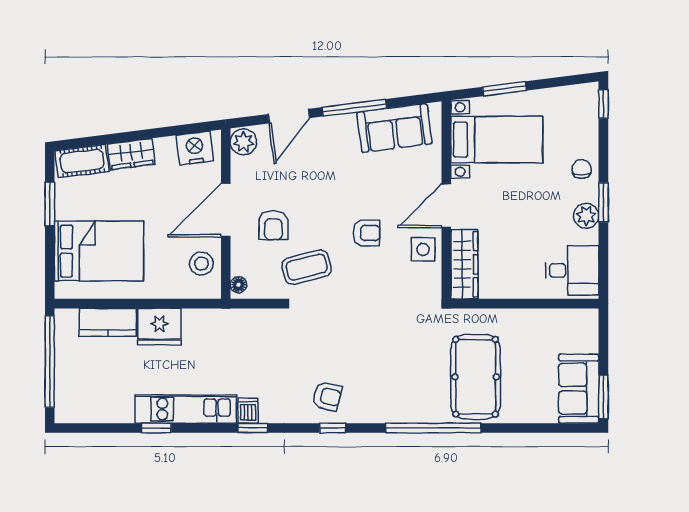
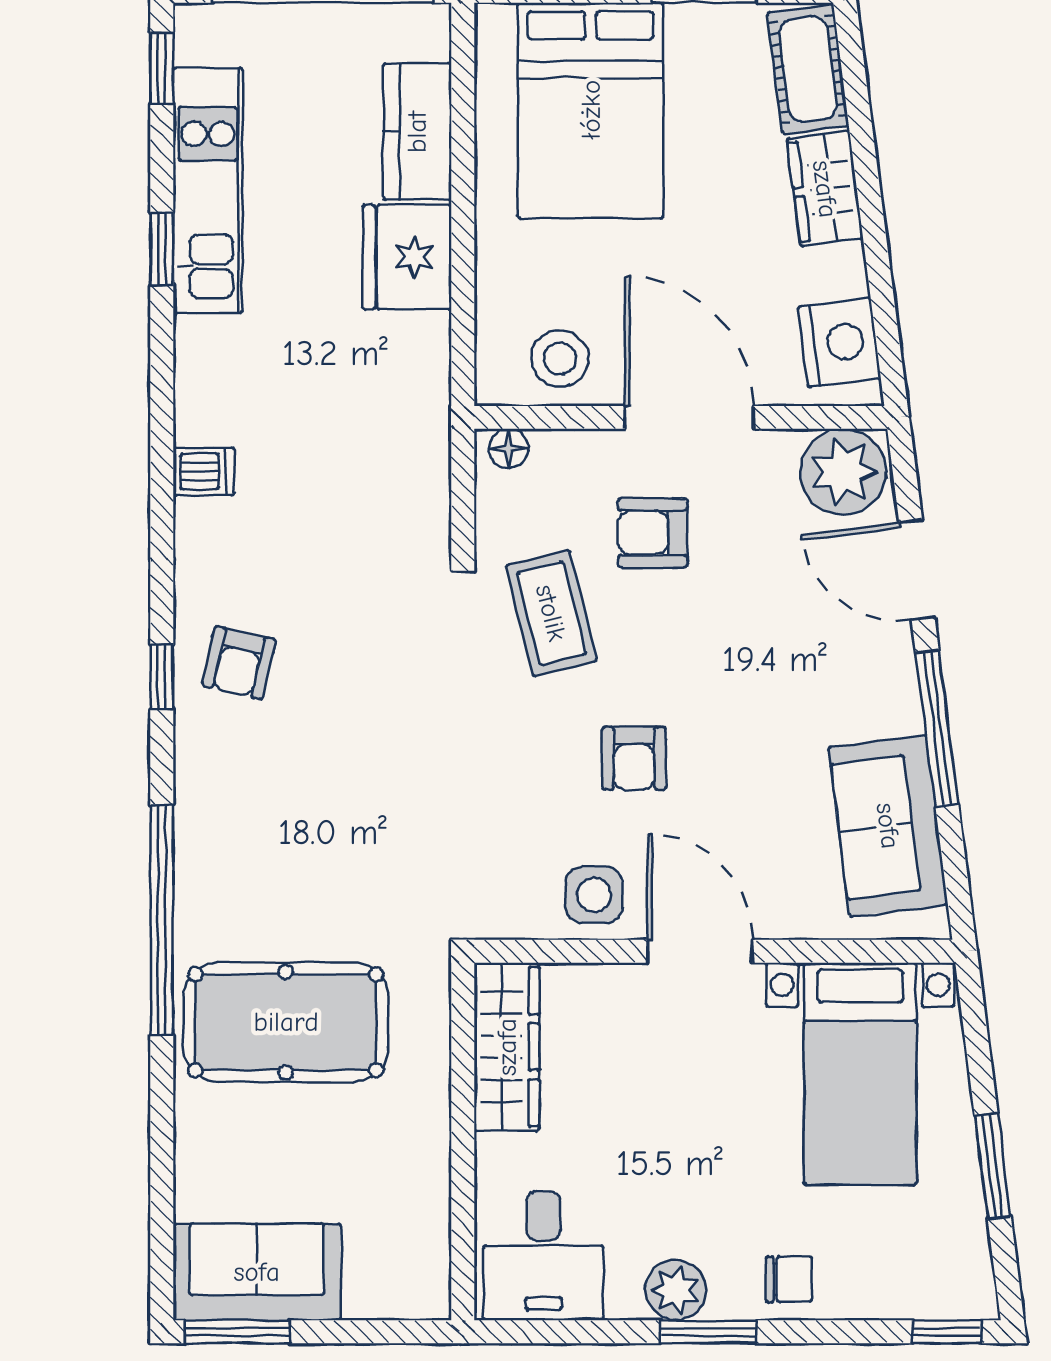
window: (504, 89) -> (993, 1166), moved
plant: (243, 142) -> (843, 472), width x1.36, depth x1.36
wardrobe: (464, 264) -> (507, 1047), moved, turned -90
kitchen unit: (186, 409) -> (208, 190), moved
window: (253, 428) -> (162, 68), moved

